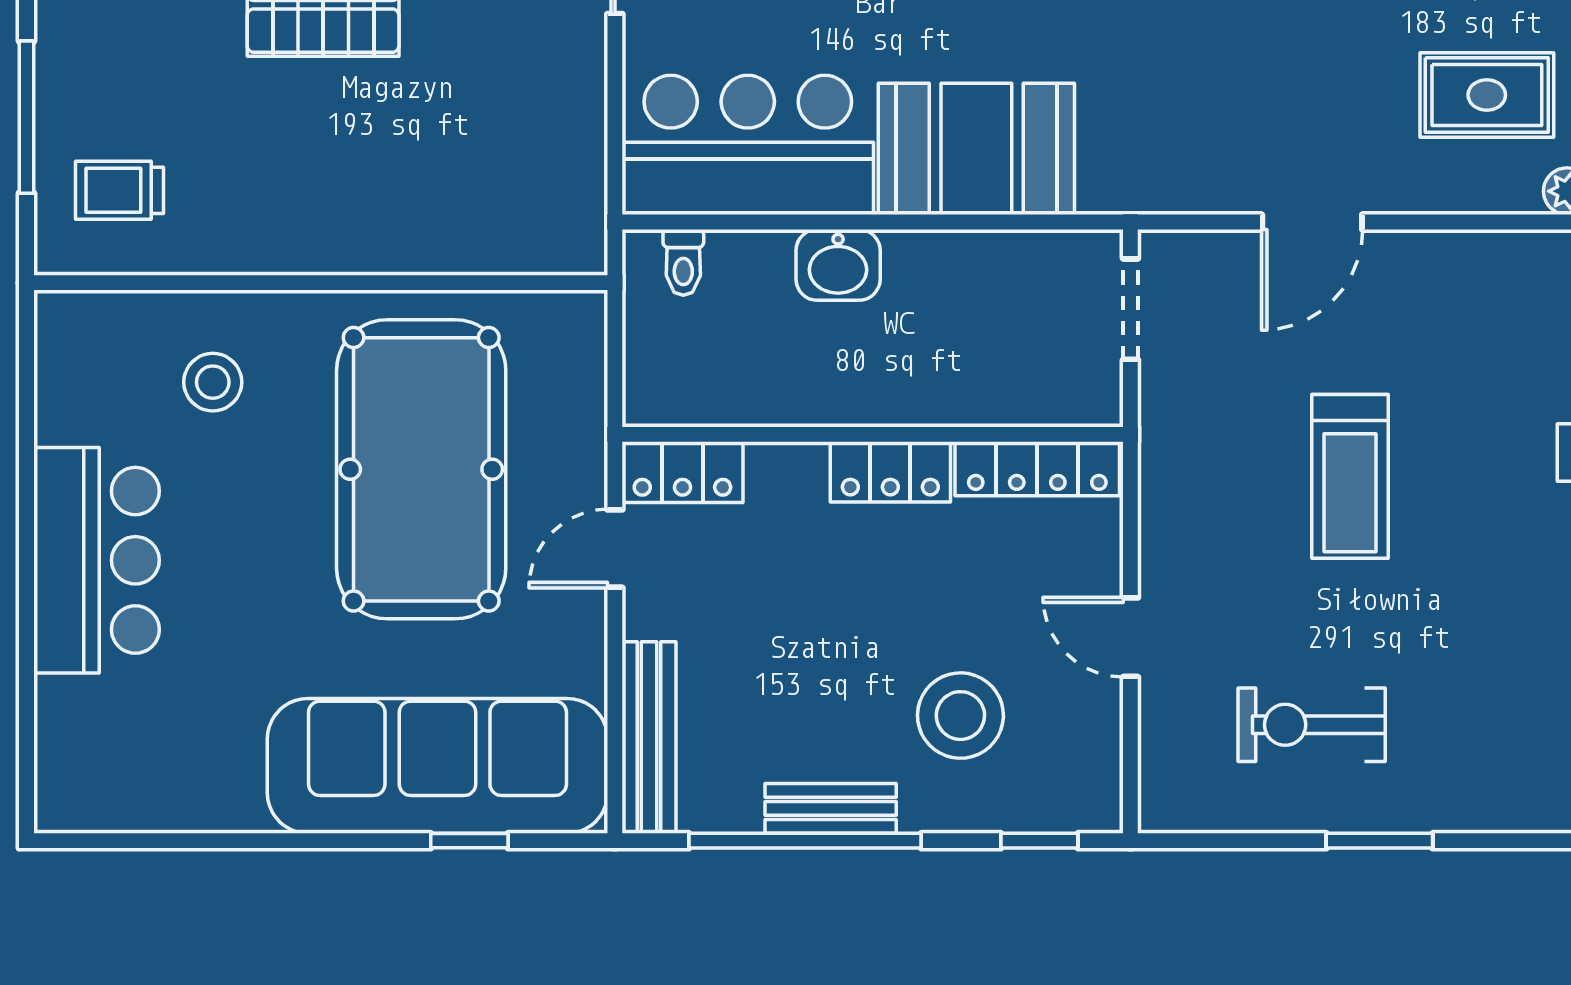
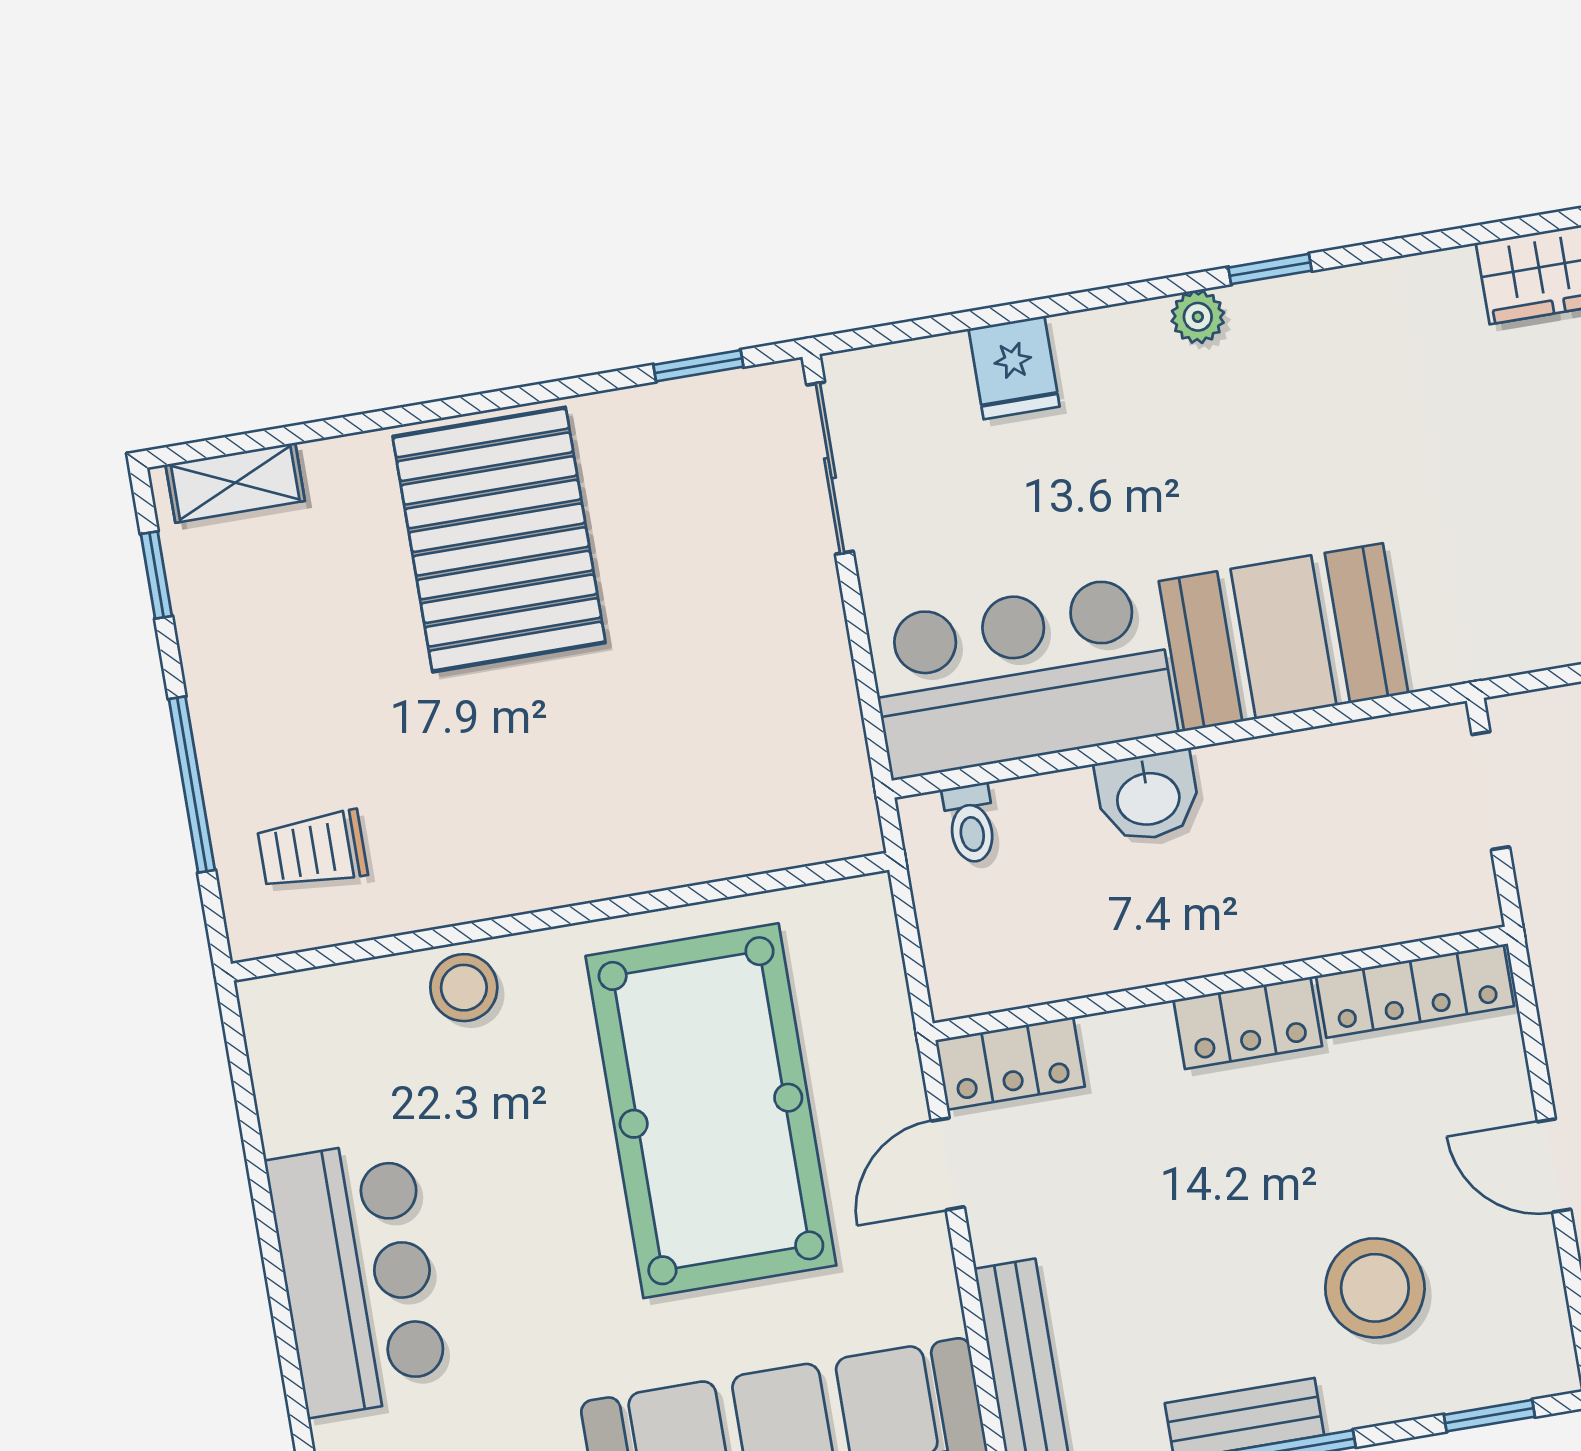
stool: (213, 382) -> (464, 988), moved

